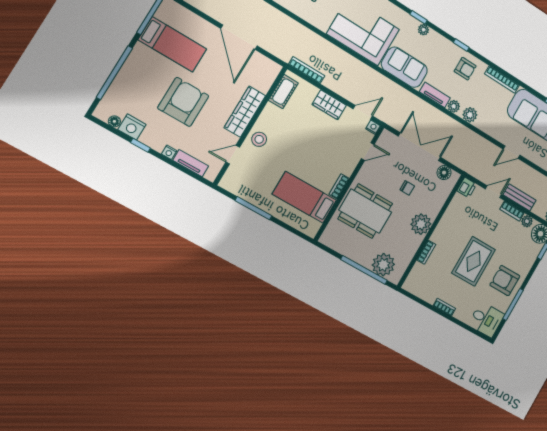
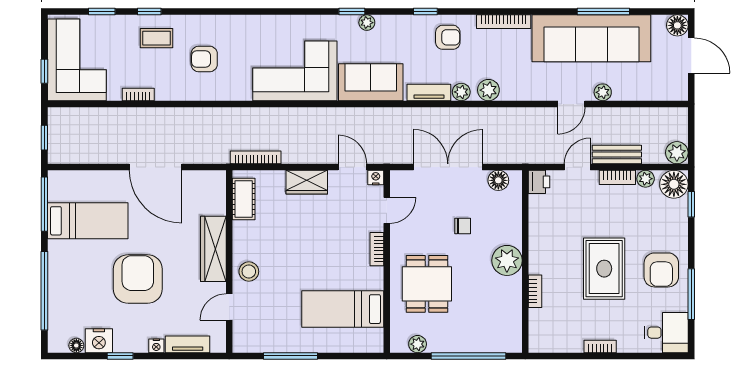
door: (363, 112) -> (353, 167), hinge flipped
plant: (533, 156) -> (603, 92), added
bookcase: (339, 186) -> (377, 249), moved
dining table: (365, 211) -> (427, 284), width x0.73
plant: (383, 265) -> (418, 344), moved, width x0.53, depth x0.53
armchair: (505, 281) -> (661, 270), turned -90

